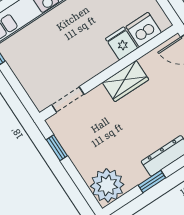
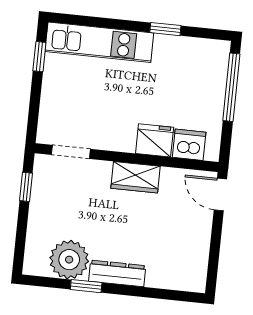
fridge: (122, 43) -> (155, 140), width x1.38
plant: (107, 185) -> (69, 260), moved

